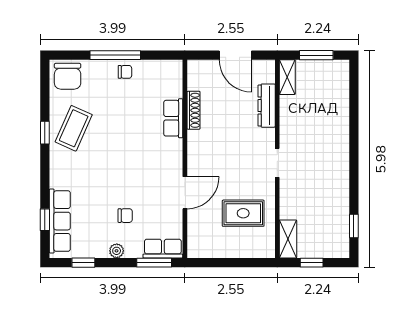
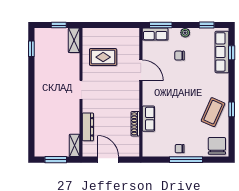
door: (185, 193) -> (141, 70), swing flipped

